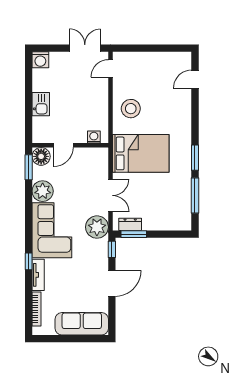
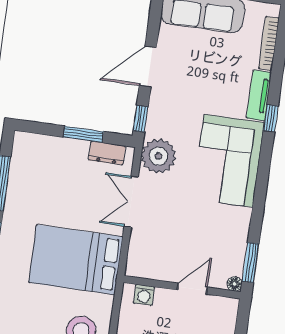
floor lamp: (41, 156) -> (235, 284), width x0.53, depth x0.53
plant: (43, 191) -> (234, 223), removed
window: (134, 234) -> (83, 134), moved

